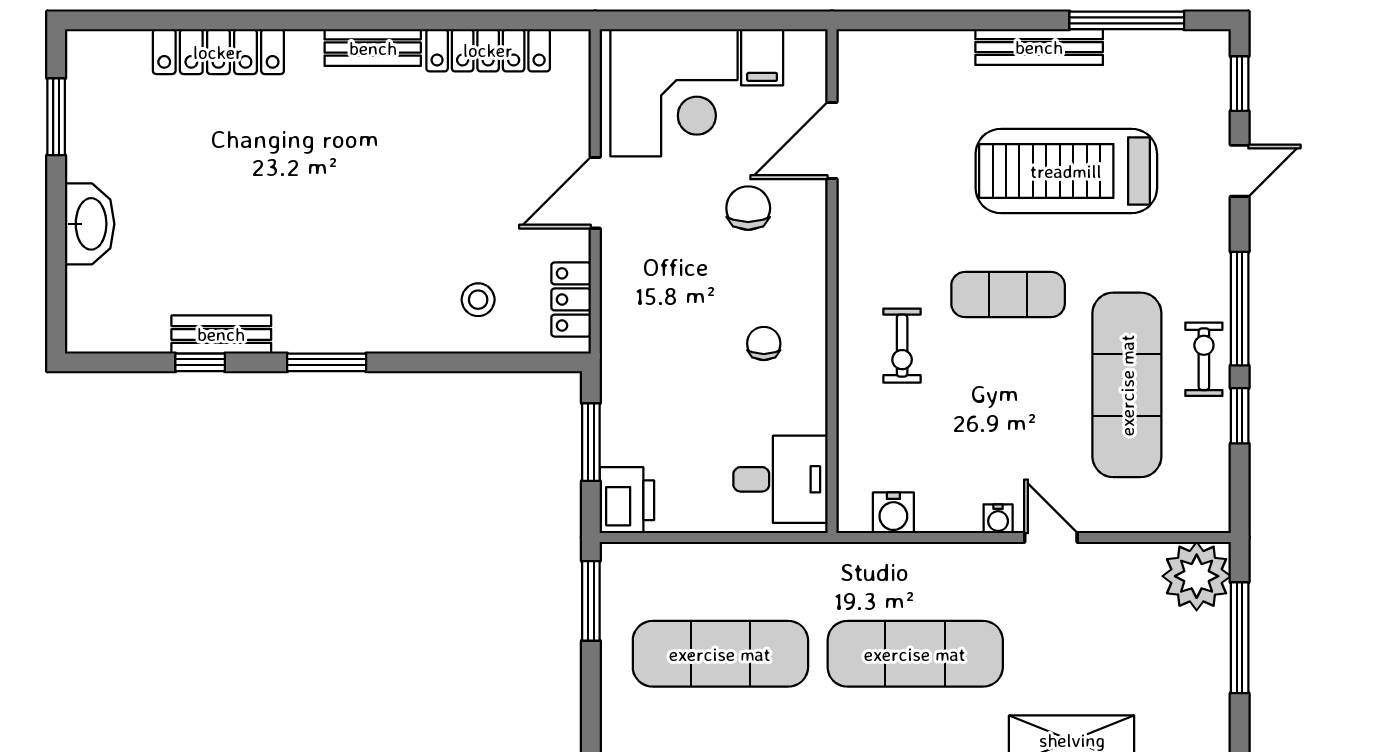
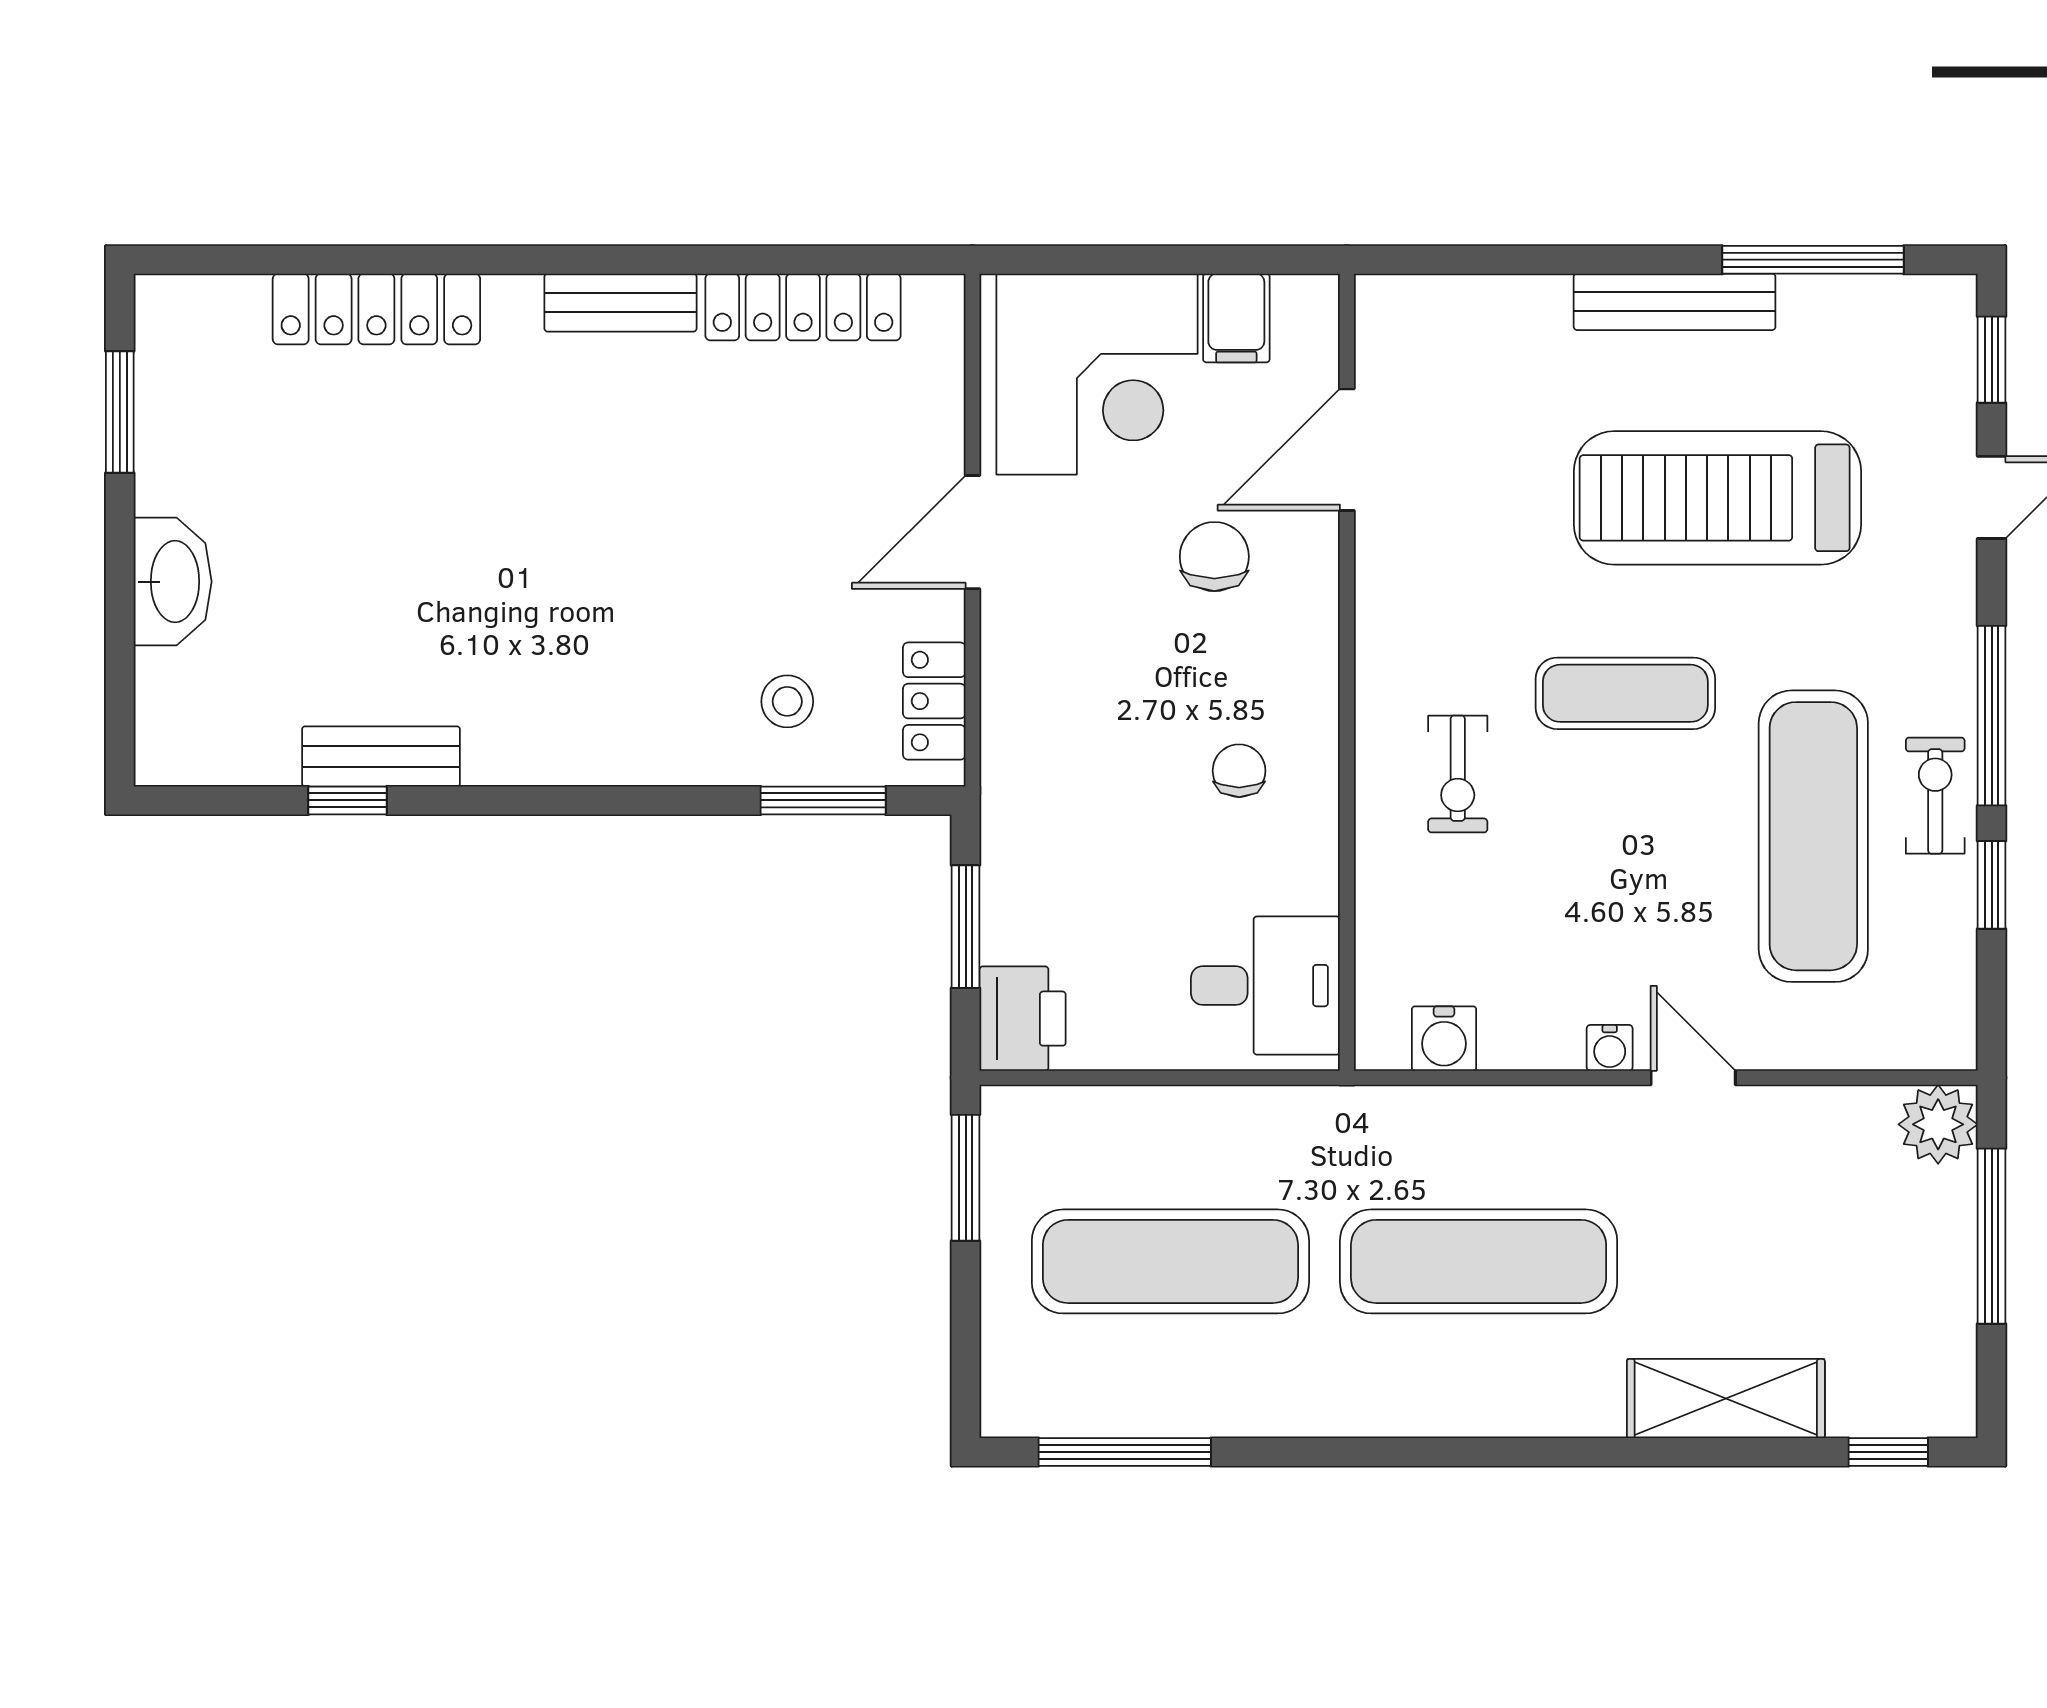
window: (327, 362) -> (823, 800), moved
plant: (1197, 576) -> (1938, 1124), width x0.73, depth x0.73

